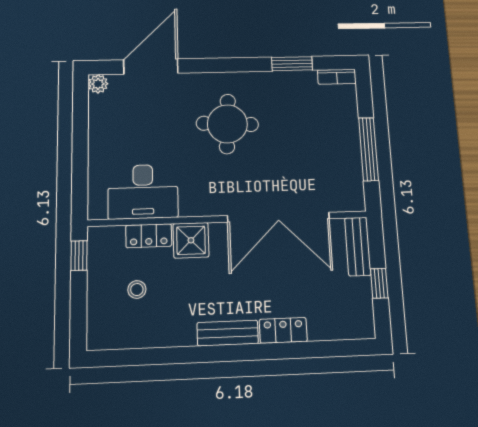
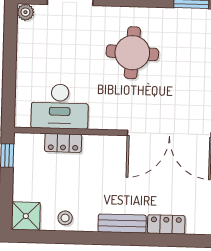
shower: (191, 240) -> (26, 216), moved
stool: (137, 290) -> (65, 218), moved

